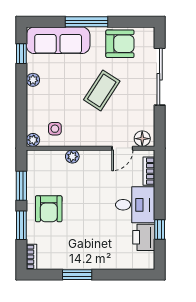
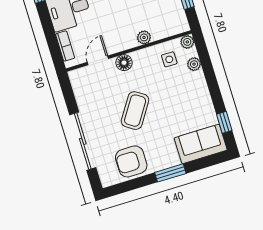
window: (86, 22) -> (170, 173), width x0.69
sofa: (58, 40) -> (201, 144), width x0.73
plant: (33, 80) -> (194, 64), moved
floor lamp: (142, 139) -> (124, 63), moved

